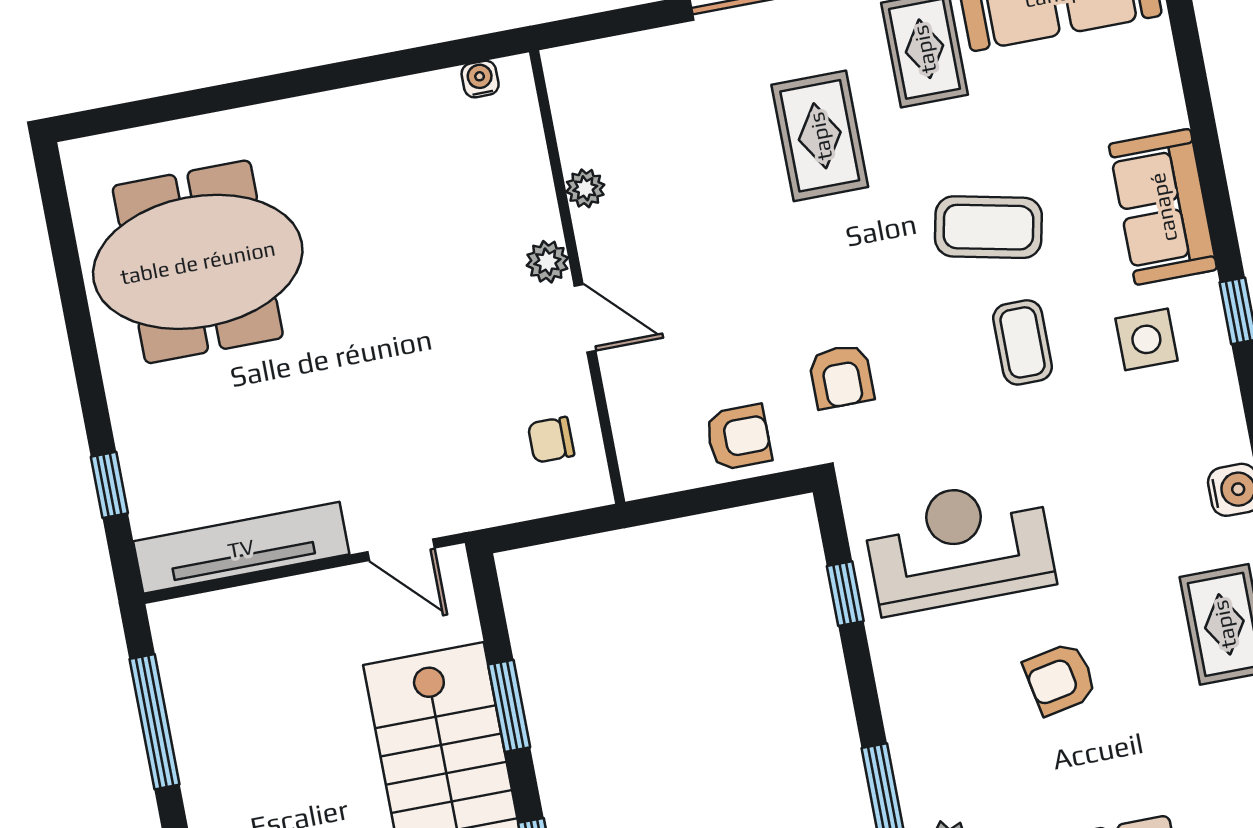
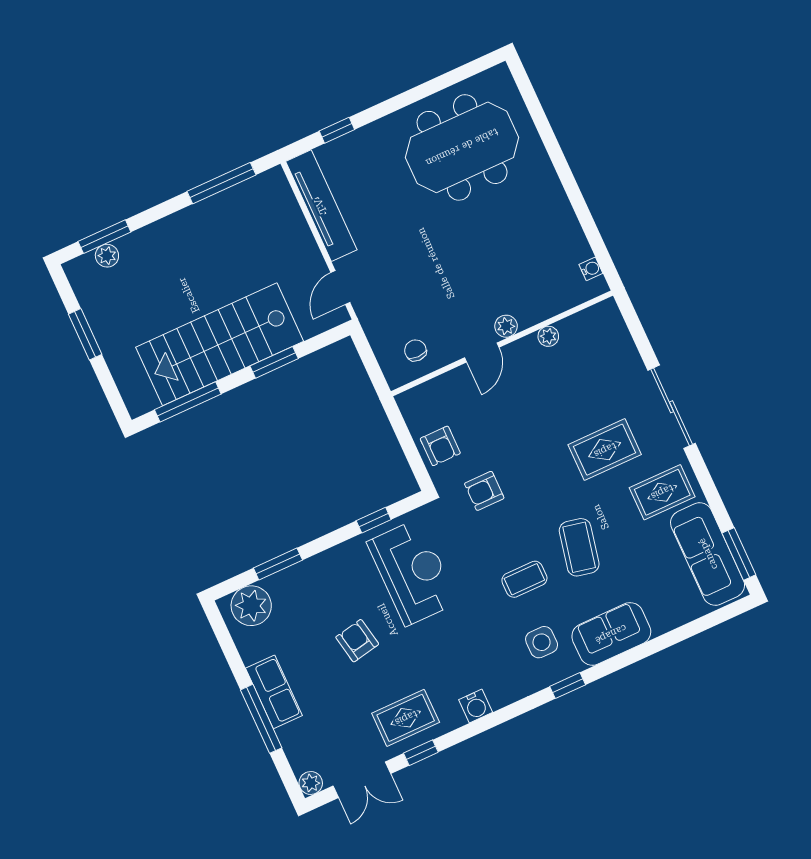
meeting table: (198, 262) -> (462, 147), turned 90

